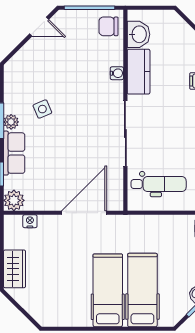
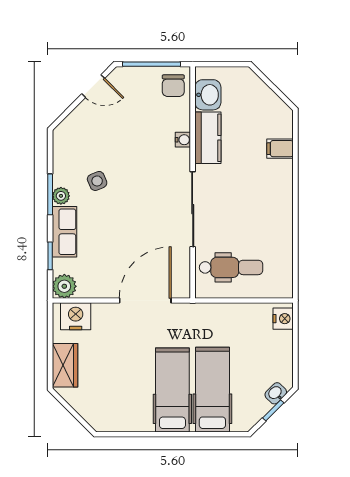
chair: (108, 26) -> (173, 86), turned -90
nightstand: (30, 221) -> (76, 316), width x1.89, depth x1.79

